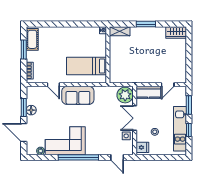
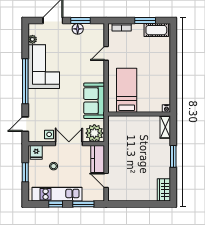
sofa: (78, 95) -> (94, 101), moved
window: (160, 157) -> (25, 172), added

